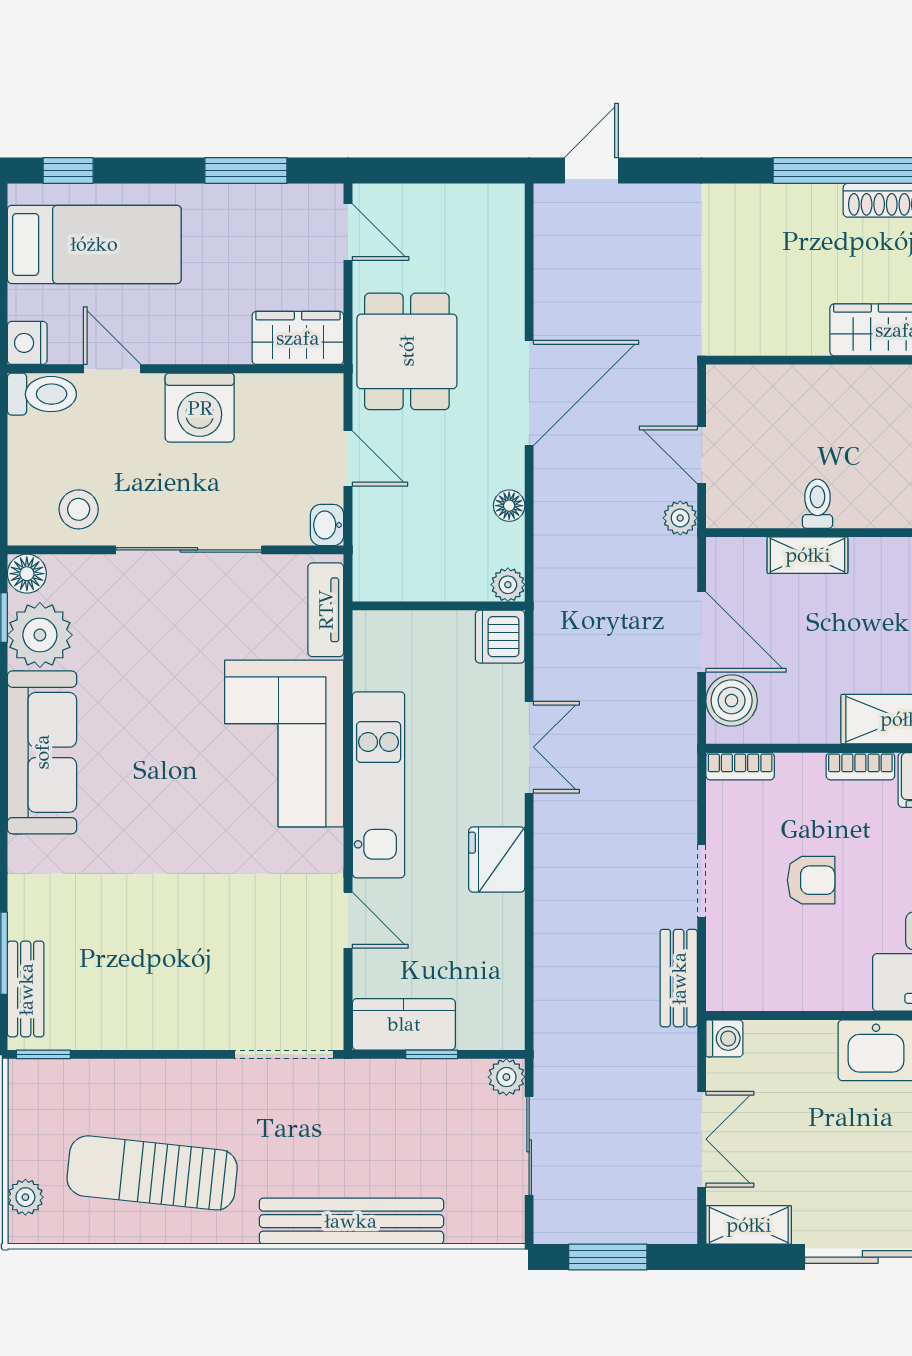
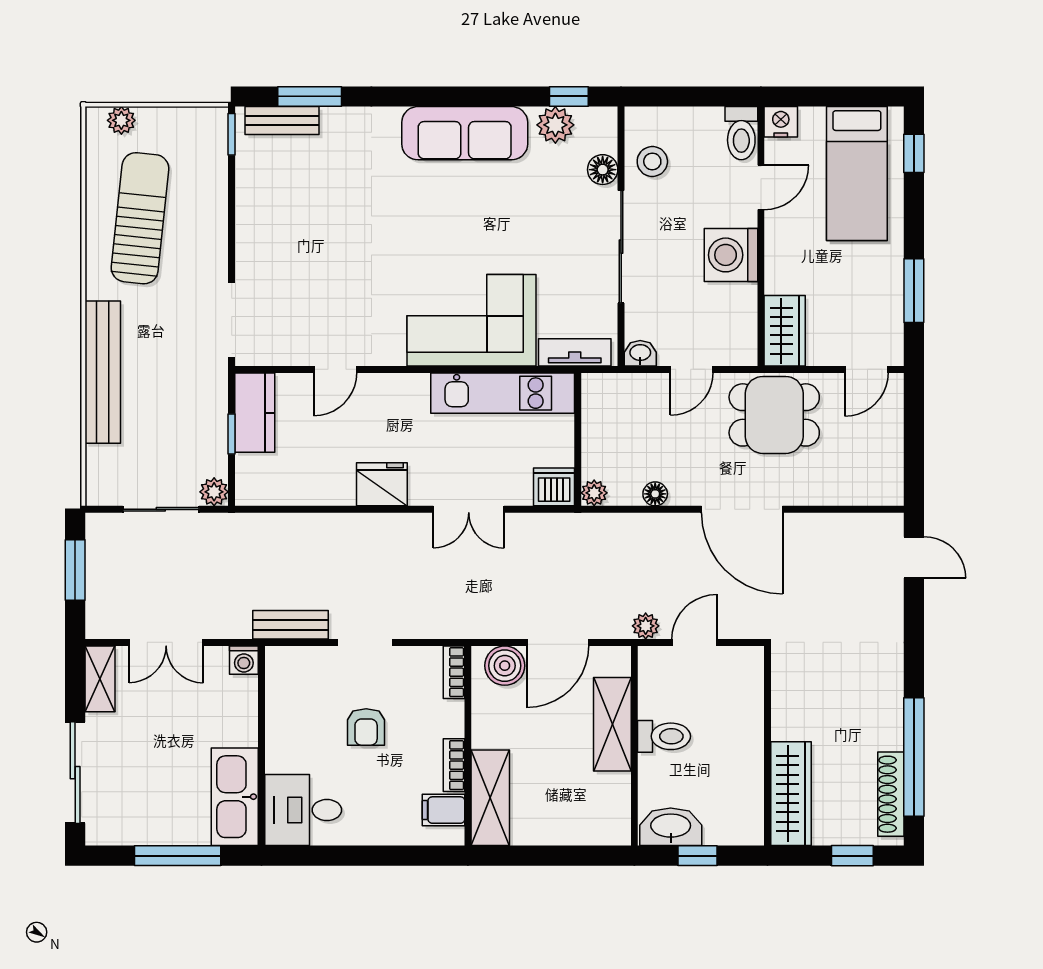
toilet: (817, 504) -> (664, 736), width x1.37, depth x1.39
shelving: (808, 555) -> (612, 724), width x1.50, depth x1.33
floor lamp: (27, 574) -> (603, 170), moved
plant: (40, 635) -> (555, 125), width x0.73, depth x0.73
kitchen unit: (379, 785) -> (503, 393), moved

